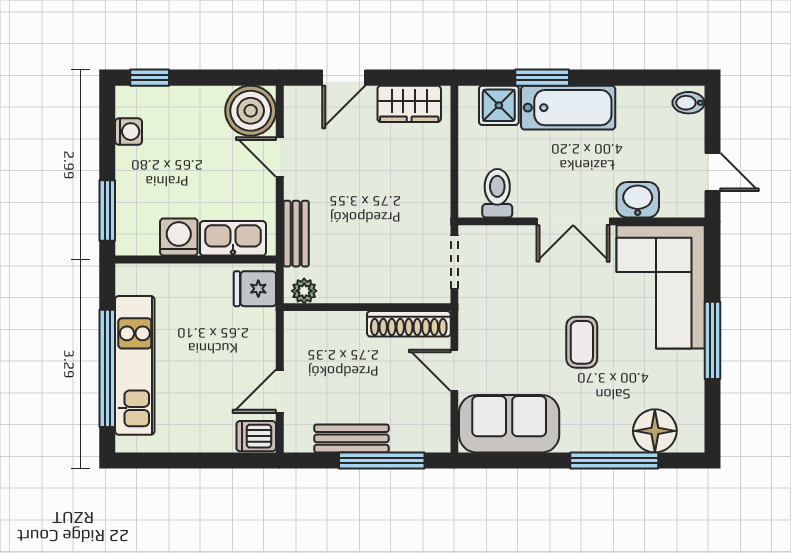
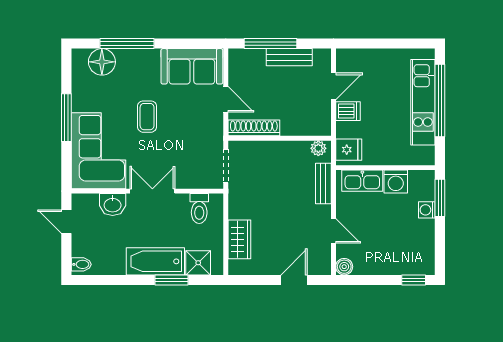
wardrobe: (409, 104) -> (239, 239), moved, turned 90
boiler: (251, 111) -> (344, 267), width x0.54, depth x0.54
washing machine: (129, 132) -> (427, 210), moved
dishwasher: (256, 436) -> (348, 111), moved

